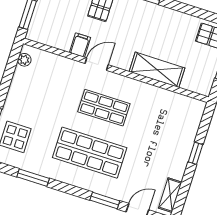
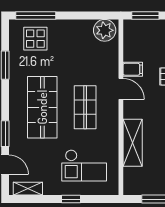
plant: (24, 60) -> (105, 30), width x1.88, depth x1.88
checkout: (165, 128) -> (84, 165), added

